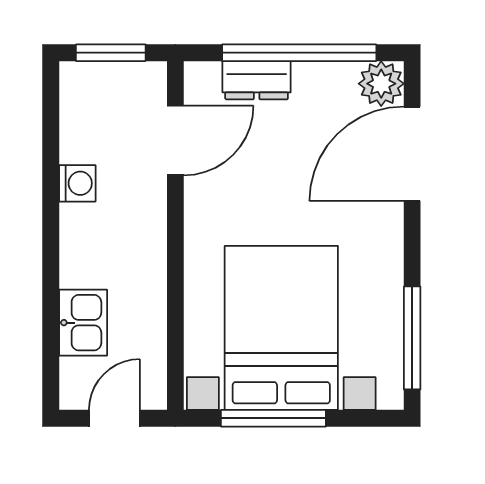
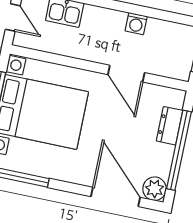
door: (175, 140) -> (126, 74), moved

